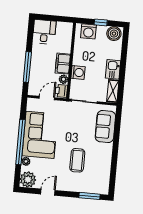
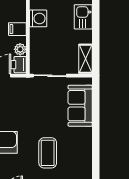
filing cabinet: (63, 64) -> (17, 29), width x0.50
kitchen sink: (113, 69) -> (83, 17), moved
washing machine: (78, 72) -> (38, 18), moved

